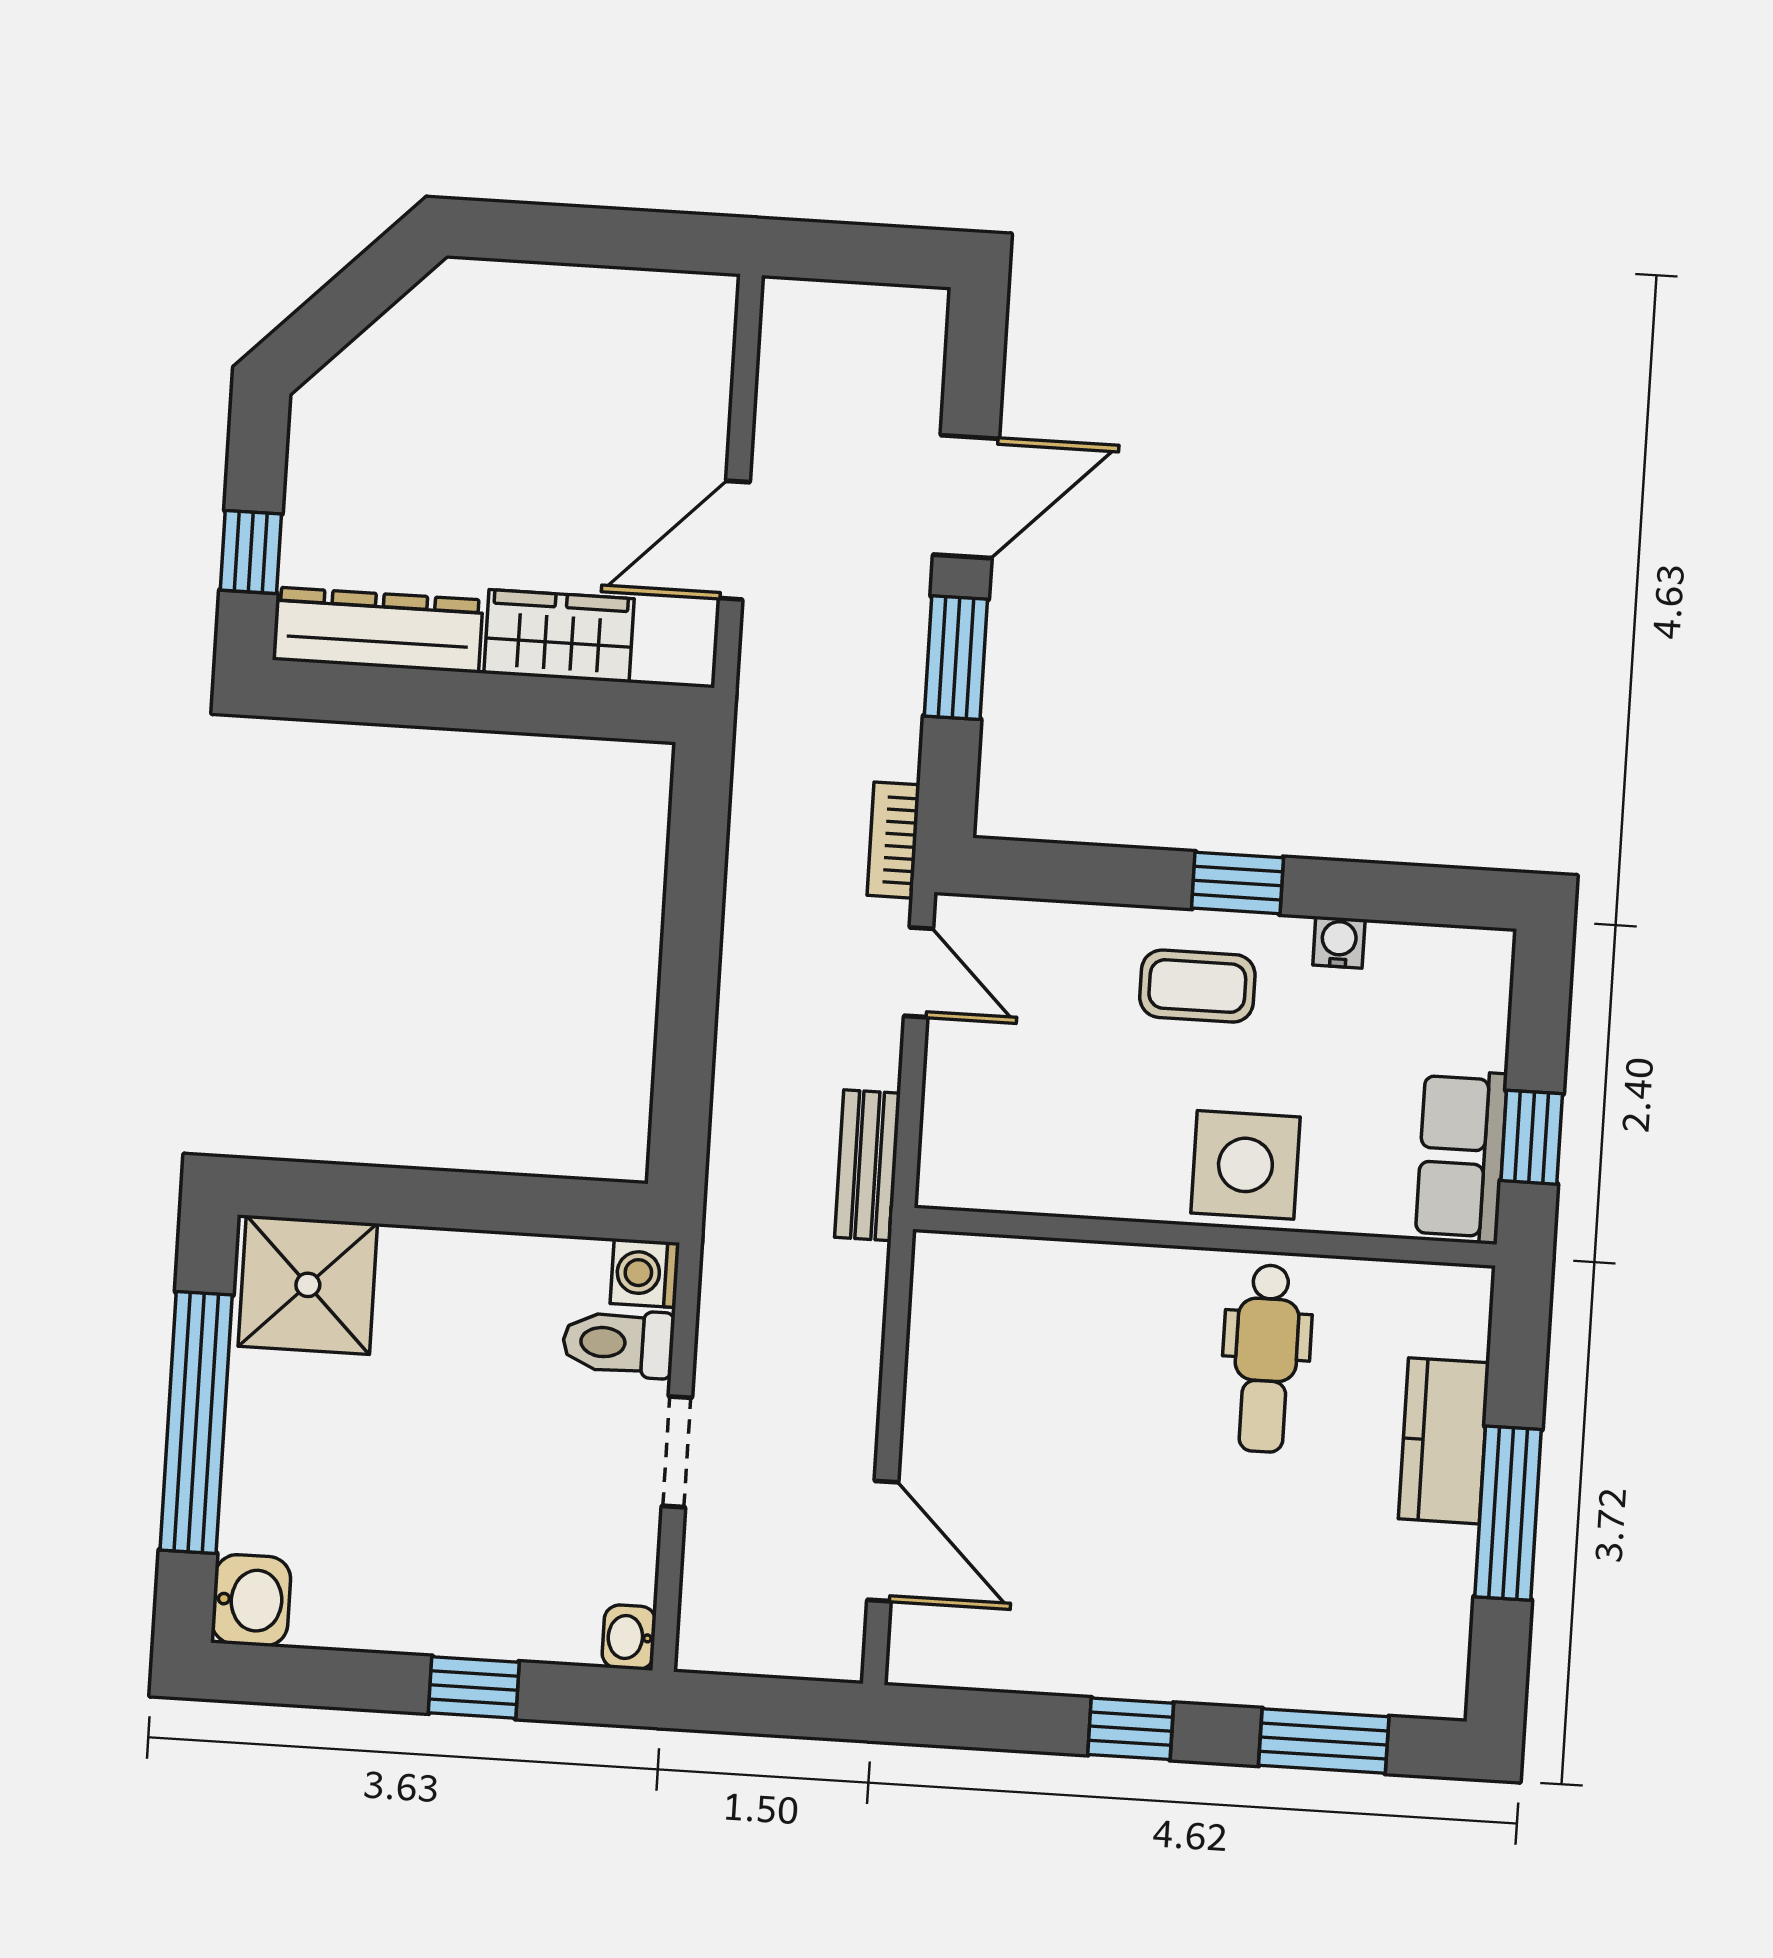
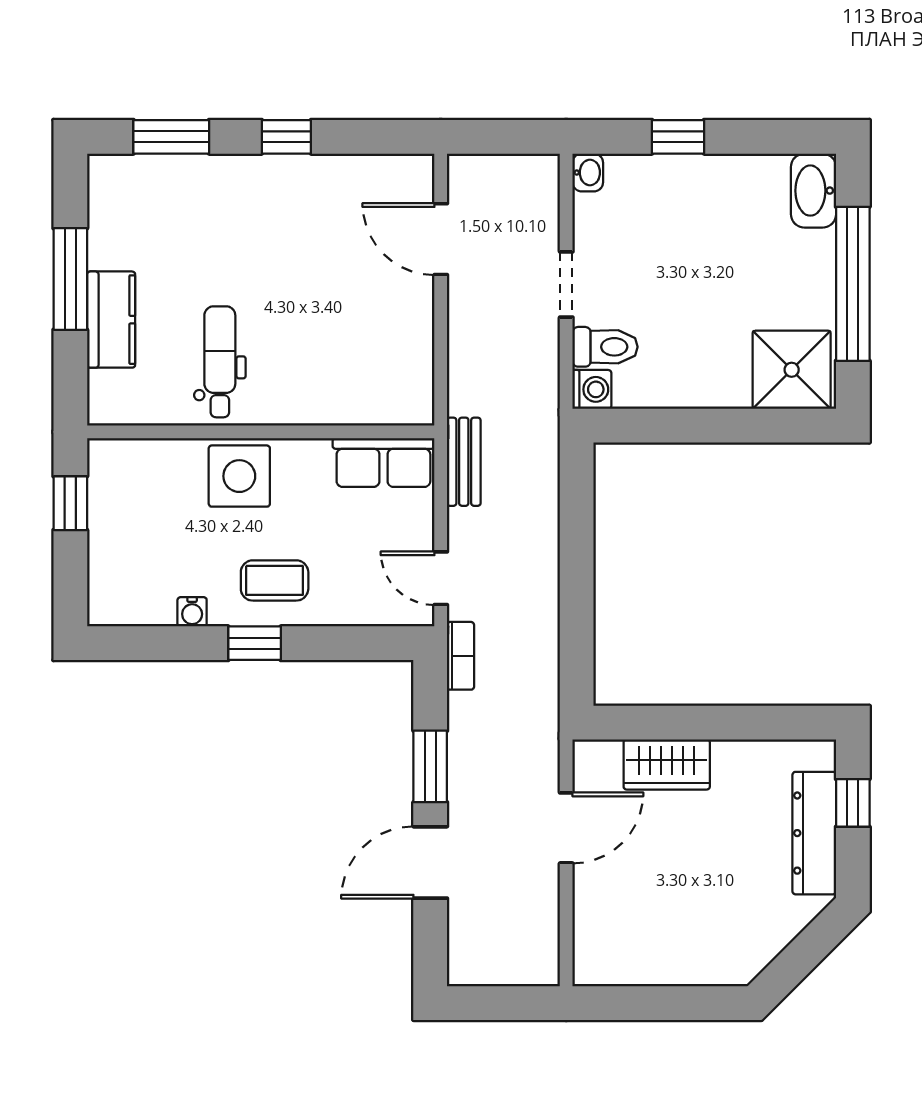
dresser: (378, 630) -> (814, 833), moved, turned 90
row of seats: (1461, 1157) -> (383, 462), moved, turned 90
washbasin: (251, 1600) -> (814, 191), width x1.38

